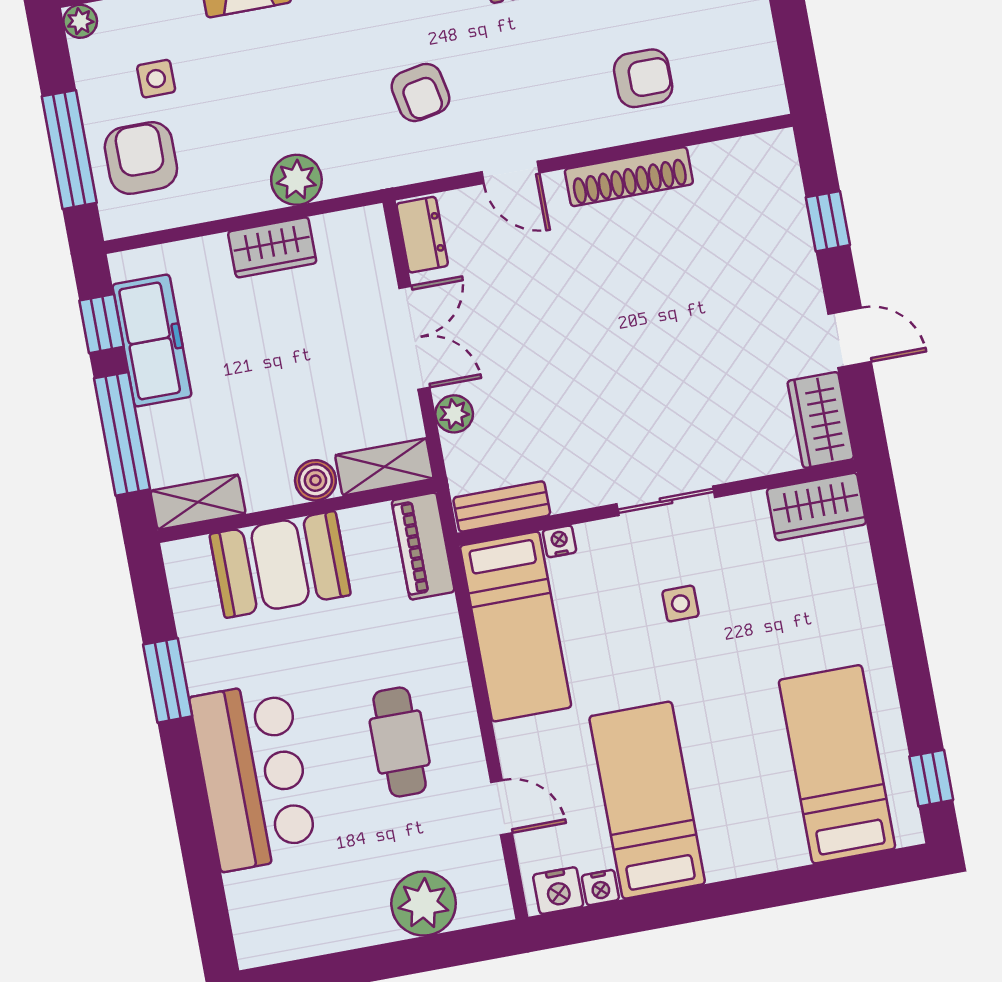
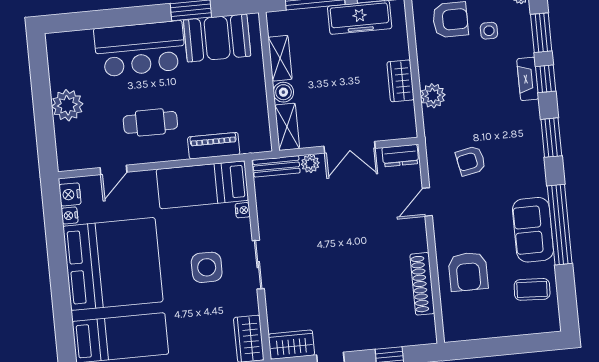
armchair: (643, 78) -> (468, 272), width x1.38, depth x1.38
shoe rack: (629, 177) -> (422, 284), moved
shelving: (198, 502) -> (280, 58), moved
bench: (502, 506) -> (276, 166), moved, turned 90
piano: (423, 546) -> (214, 146), moved
booth: (280, 565) -> (217, 38), moved, turned 90
side table: (680, 604) -> (207, 267), width x1.87, depth x1.87
bed: (647, 800) -> (113, 264), width x2.04
plant: (424, 904) -> (67, 105), moved

